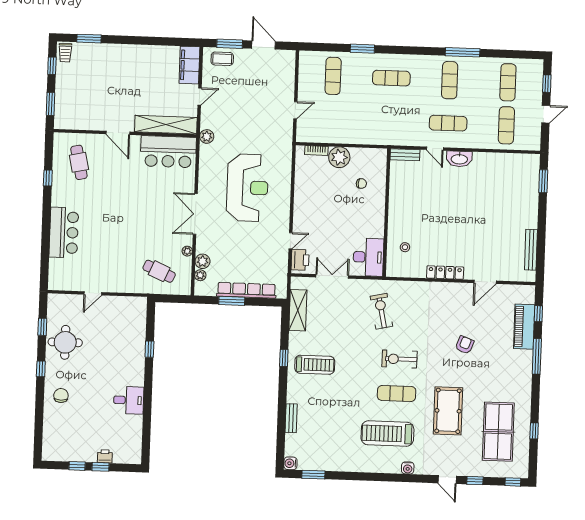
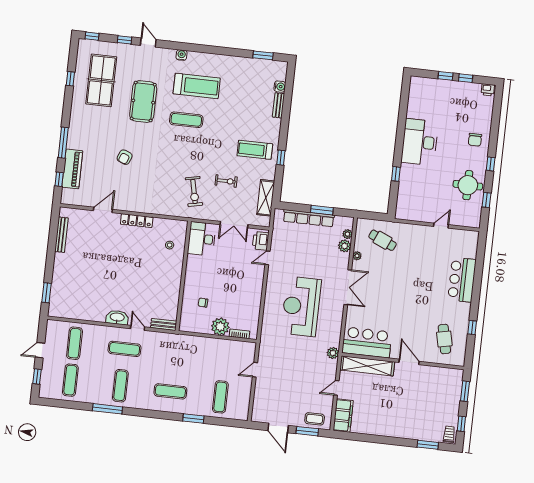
exercise bike: (400, 359) -> (226, 181), moved, width x0.73, depth x0.72
desk: (129, 400) -> (420, 142), width x1.87, depth x1.30
printer: (105, 456) -> (488, 90), moved
water cooler: (290, 463) -> (280, 87), moved

